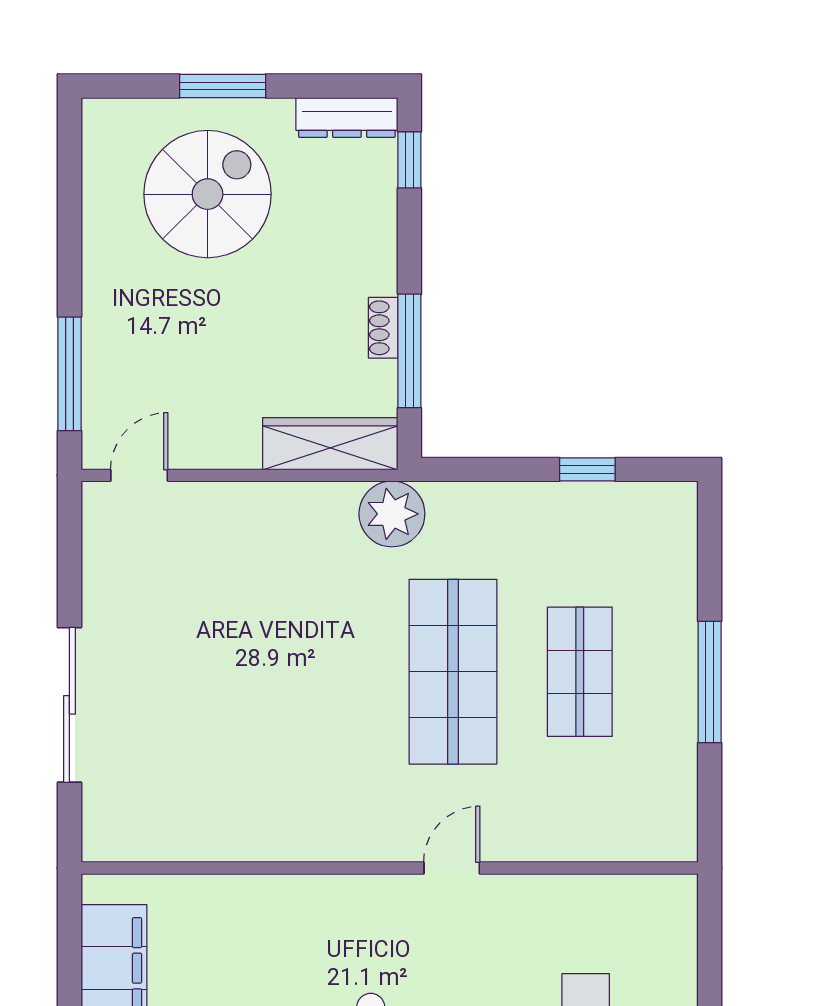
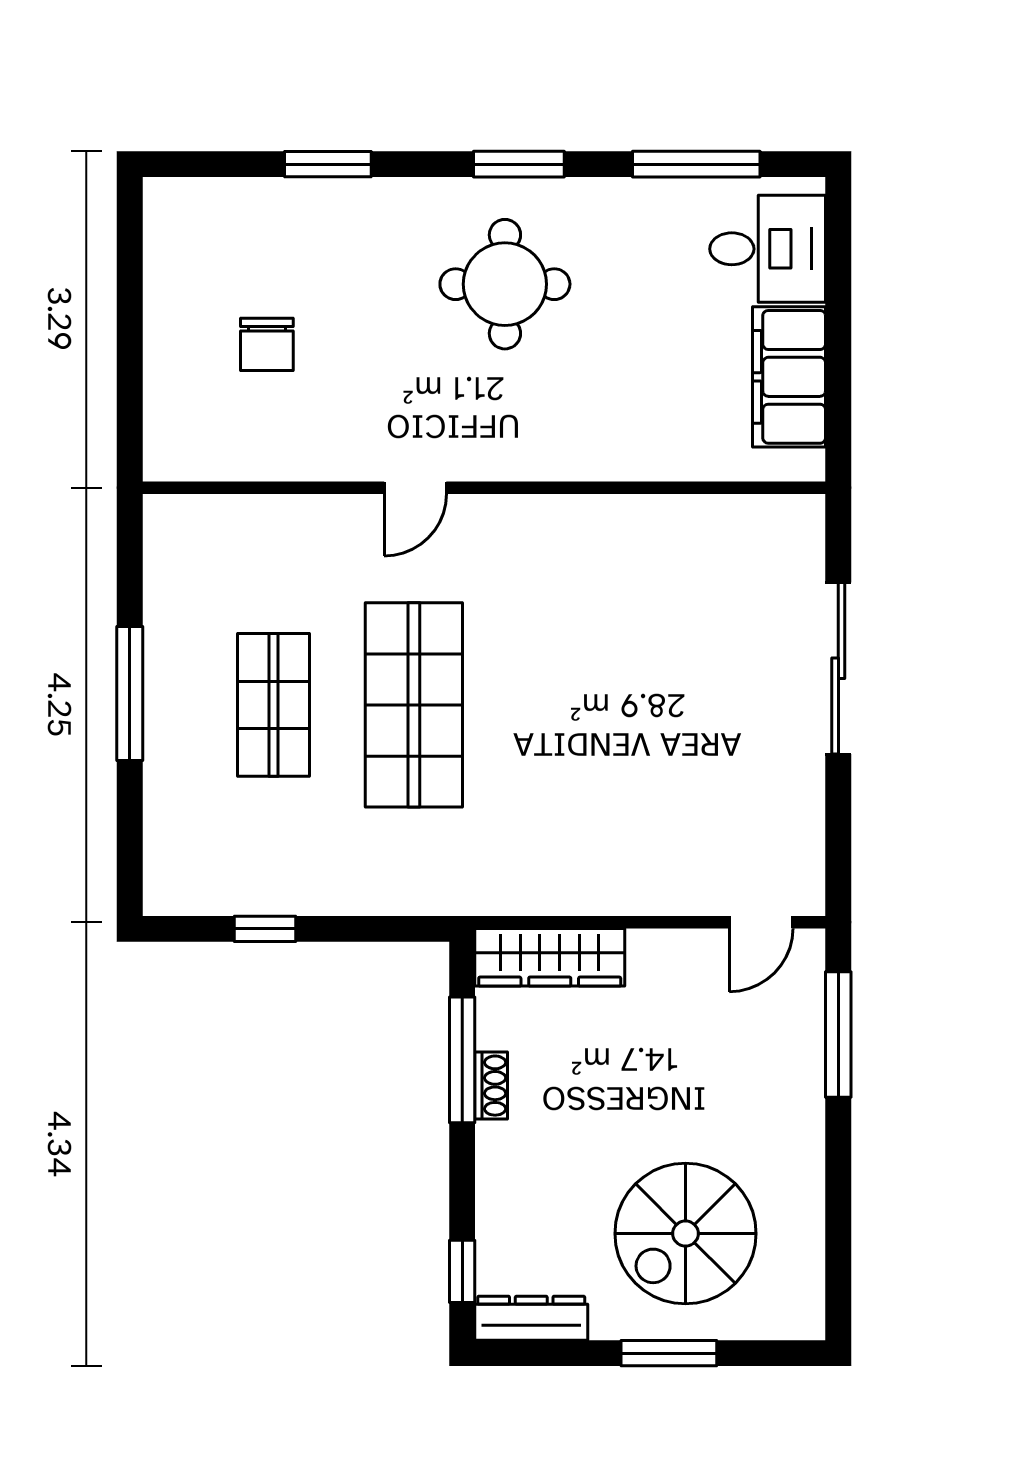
plant: (392, 514) -> (481, 880), removed

